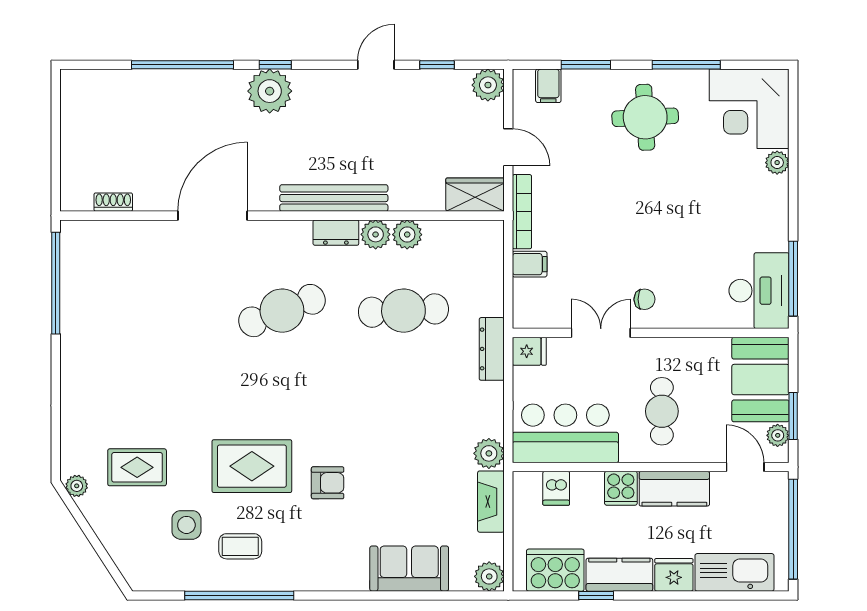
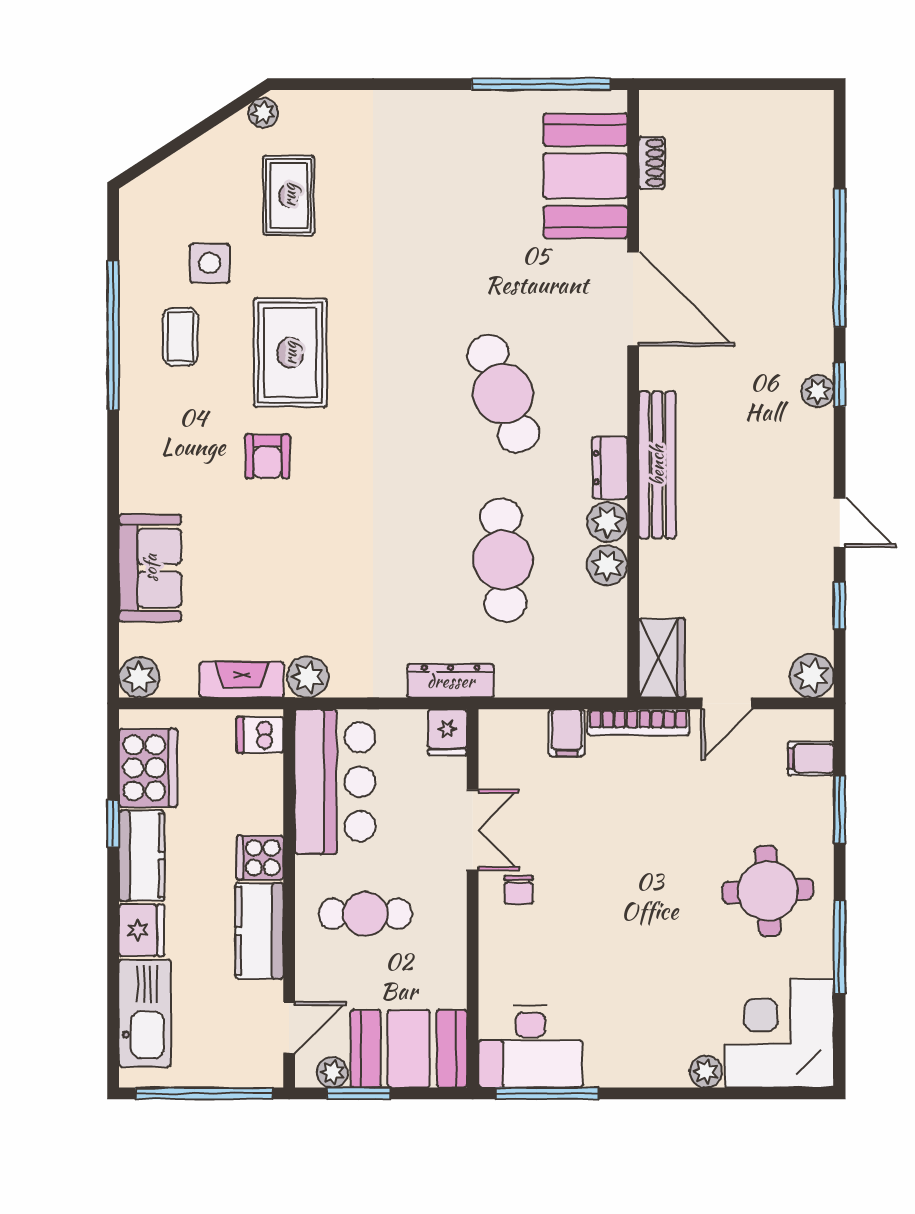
plant: (270, 91) -> (818, 391), width x0.53, depth x0.53
booth: (123, 250) -> (585, 176), added
dishwasher: (556, 488) -> (260, 735), moved

